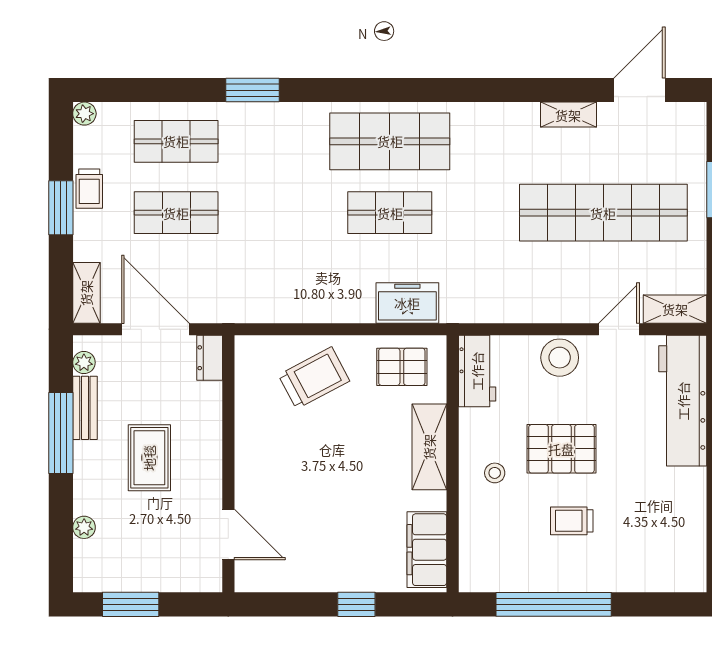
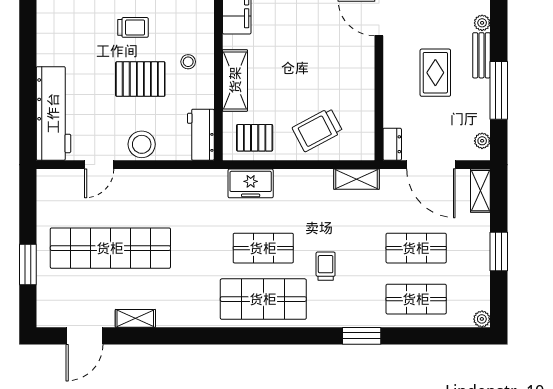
trolley: (89, 189) -> (326, 266), moved
shelving: (675, 309) -> (356, 179), moved
bench: (85, 408) -> (481, 55), moved

